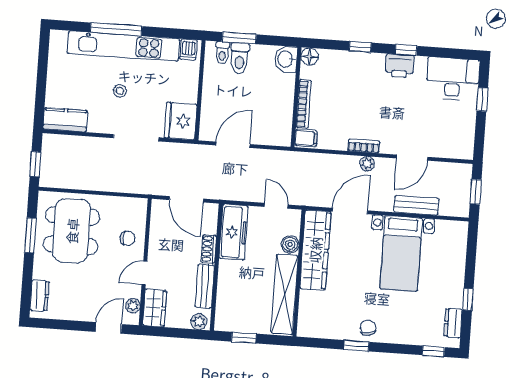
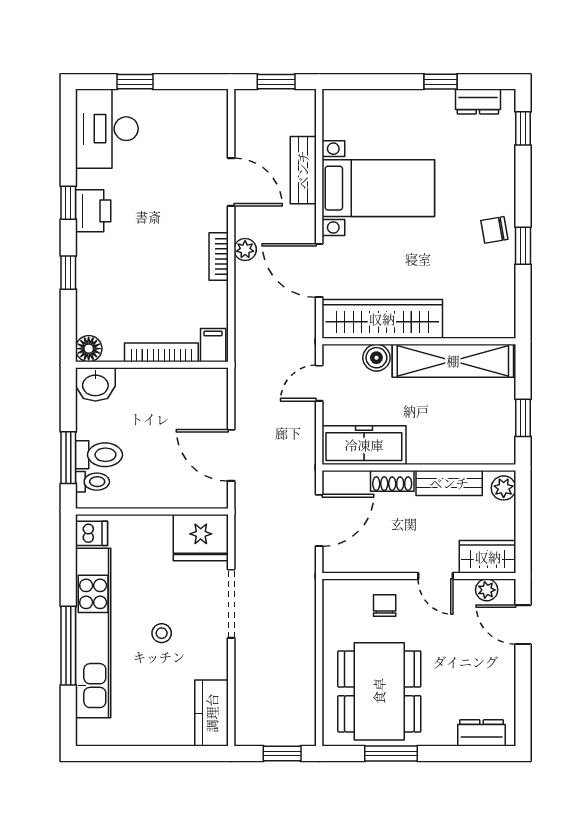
dining table: (72, 231) -> (379, 691), turned 90

